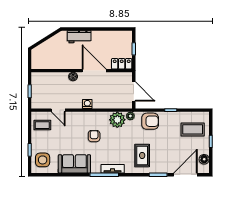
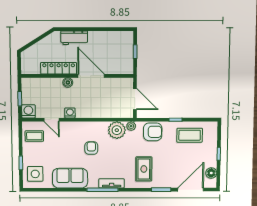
locker: (122, 64) -> (59, 68), moved, width x1.53
washing machine: (37, 103) -> (28, 111), added
washing machine: (87, 104) -> (70, 113), moved
coffee table: (193, 129) -> (190, 135), moved

